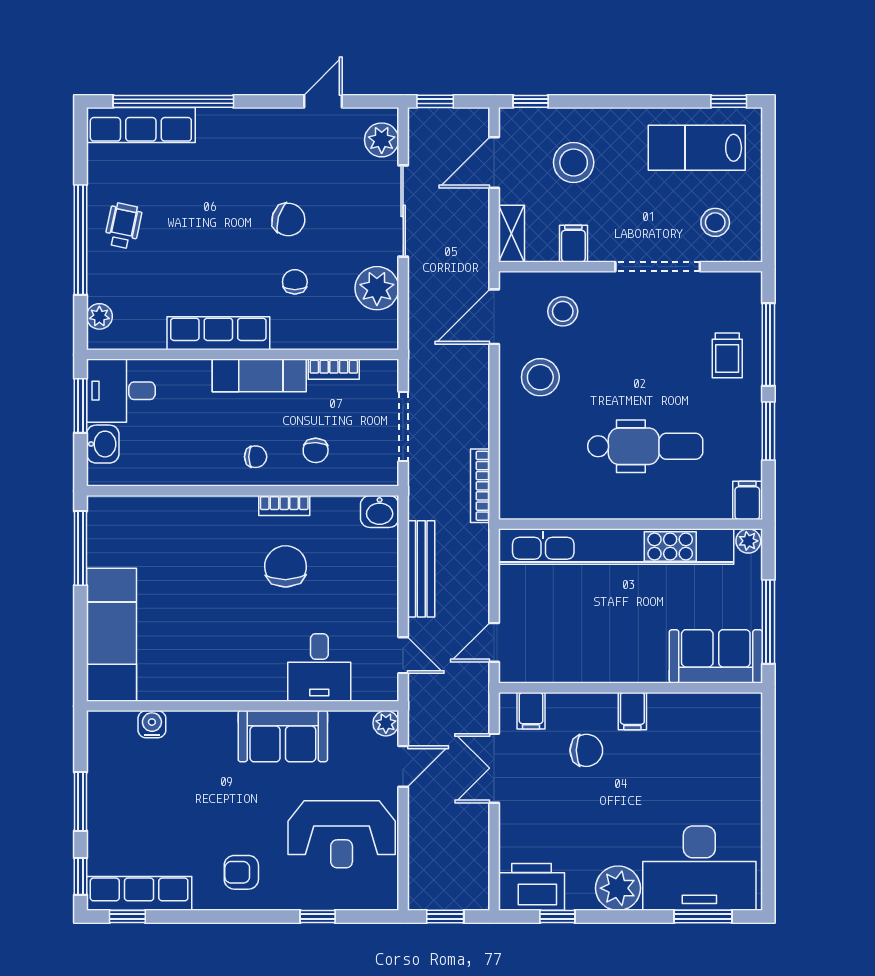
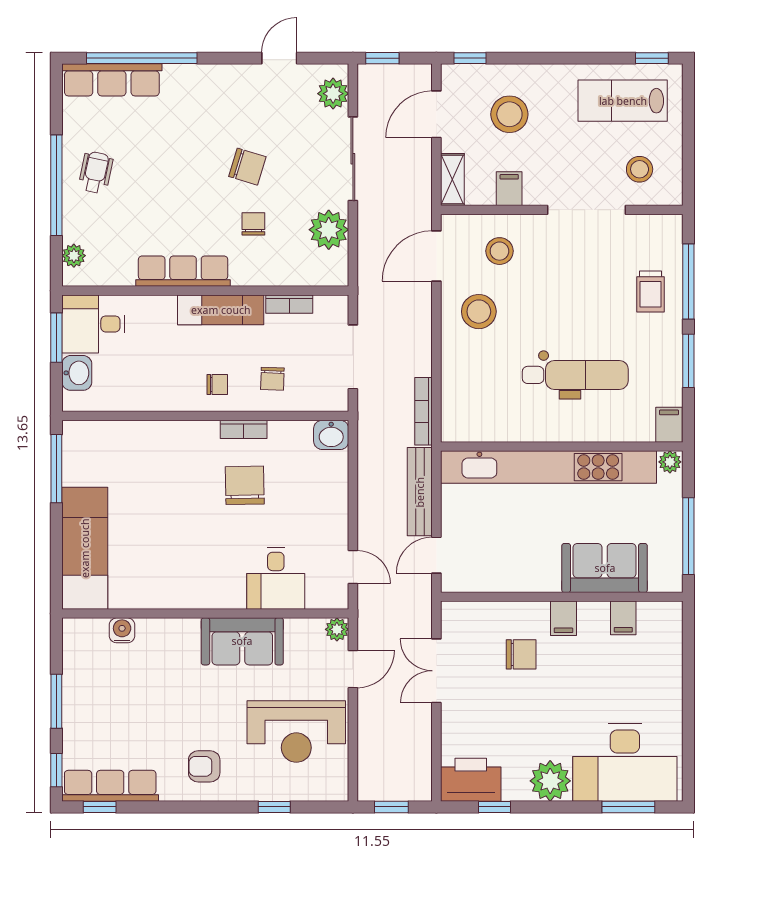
bench: (421, 569) -> (420, 492), moved
sofa: (716, 656) -> (605, 568), moved
filing cabinet: (531, 711) -> (623, 618), moved

